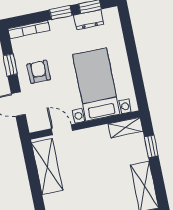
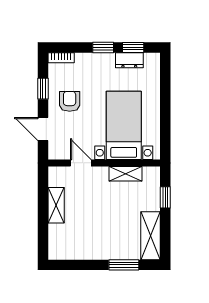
bookcase: (29, 30) -> (61, 58), width x0.64
shelving: (125, 128) -> (126, 174), moved
shelving: (47, 167) -> (56, 205), width x0.67, depth x0.75

